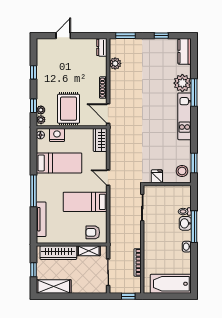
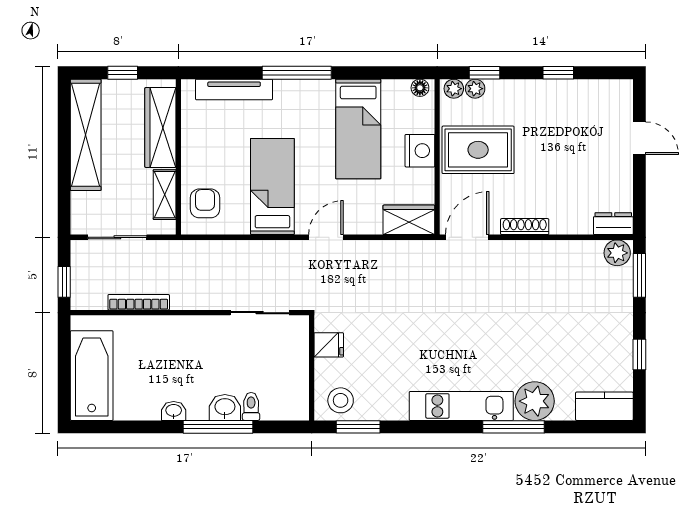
plant: (115, 64) -> (617, 253), moved
nightstand: (57, 135) -> (420, 151), moved
shelving: (54, 286) -> (86, 135), width x1.47

